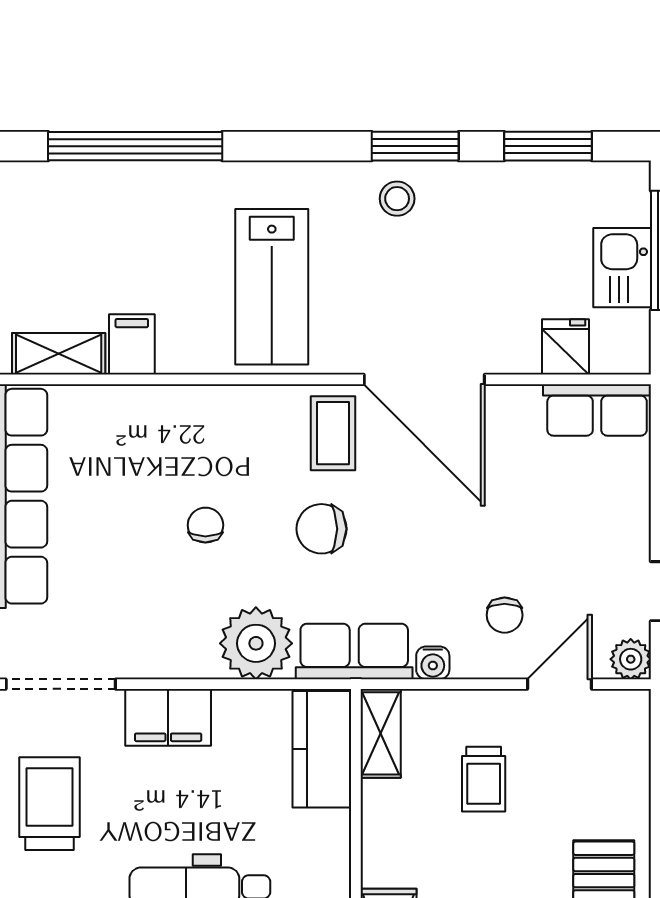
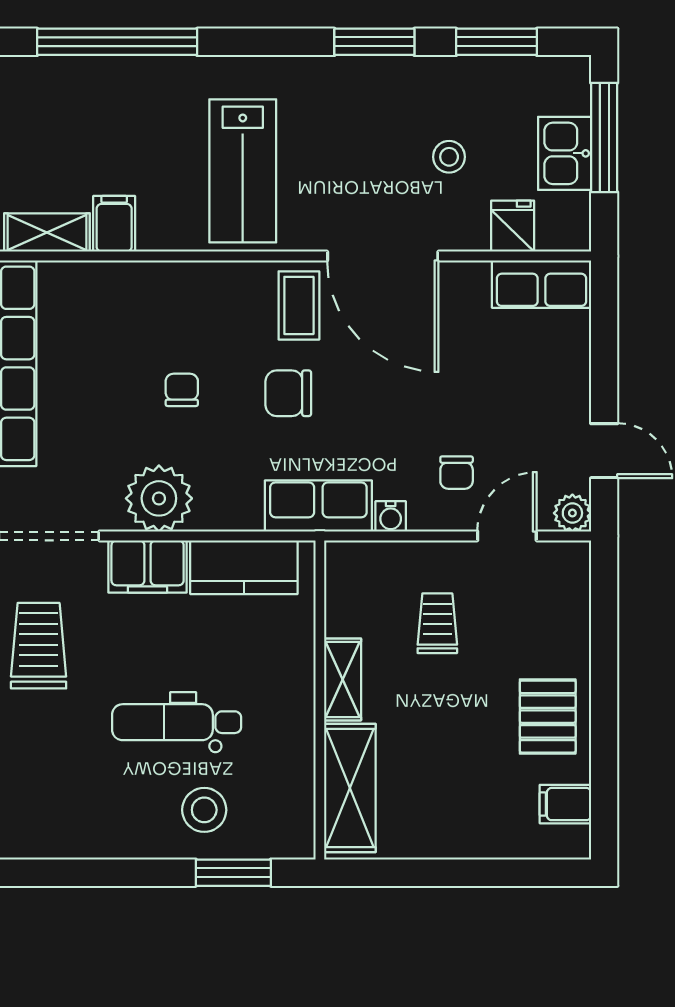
stool: (397, 199) -> (449, 157), moved
plant: (256, 643) -> (159, 498), moved
shelving: (381, 733) -> (343, 679), moved
kitchen counter: (322, 749) -> (244, 567), moved, turned -90
trolley: (484, 779) -> (437, 623), turned 180

